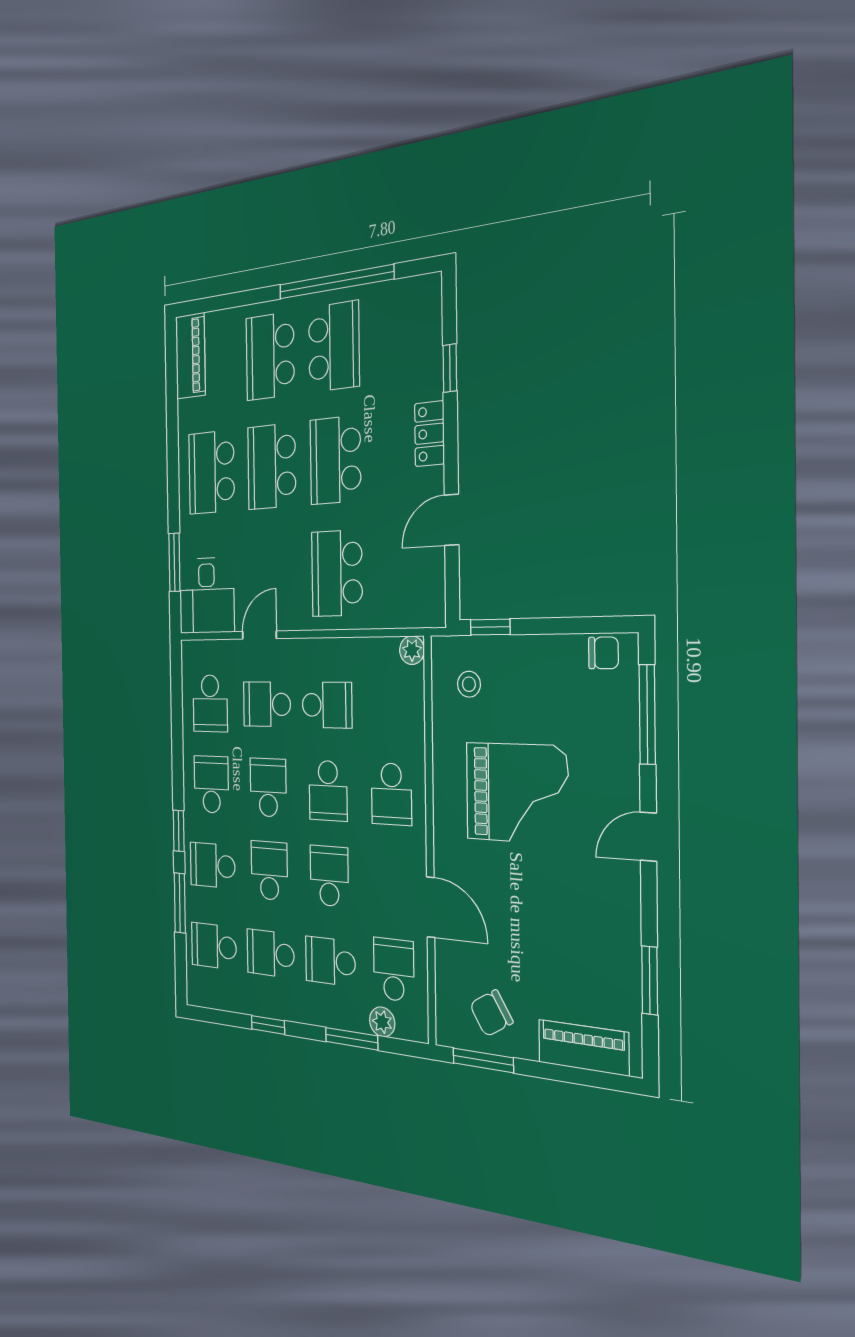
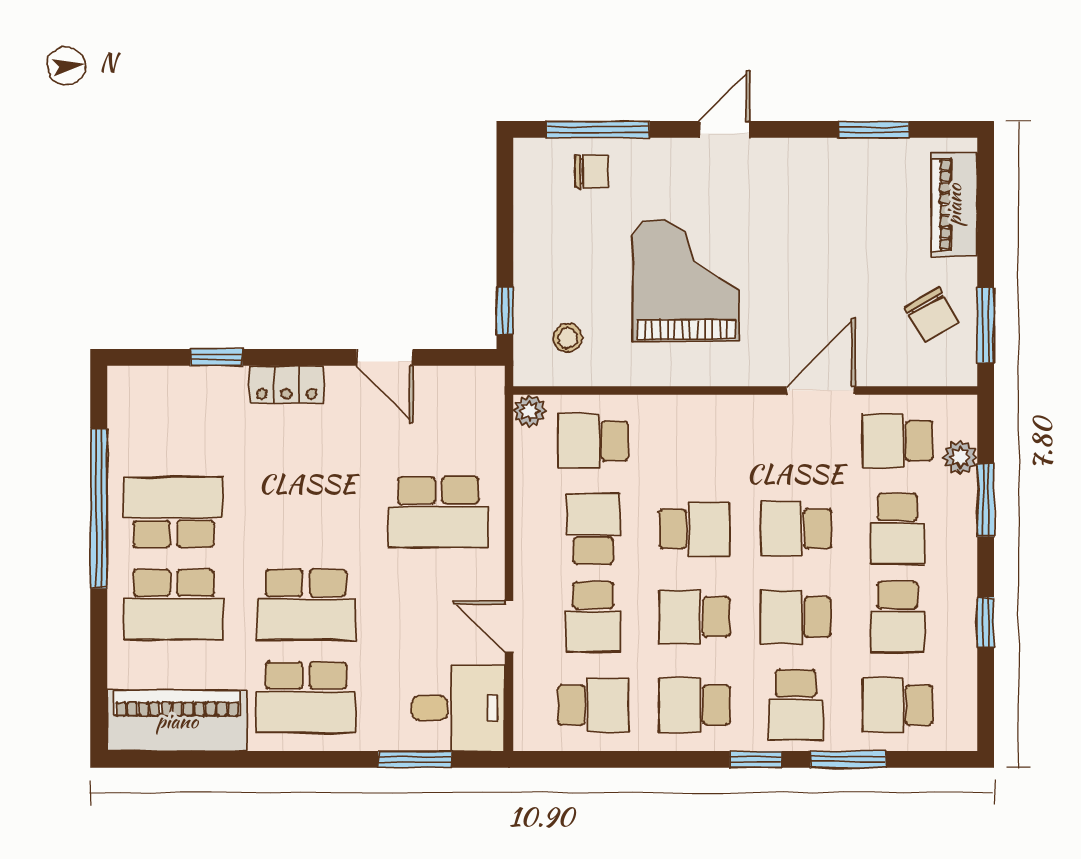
piano: (190, 356) -> (177, 721), width x1.37, depth x1.33
school desk: (335, 460) -> (306, 512), removed
chair: (603, 653) -> (591, 171), moved, turned 90
school desk: (391, 794) -> (593, 441), moved, turned 180
door: (648, 837) -> (725, 129), swing flipped
school desk: (214, 946) -> (897, 705), turned 90

